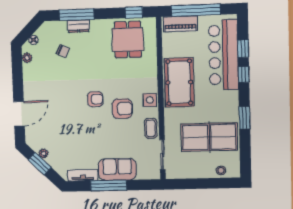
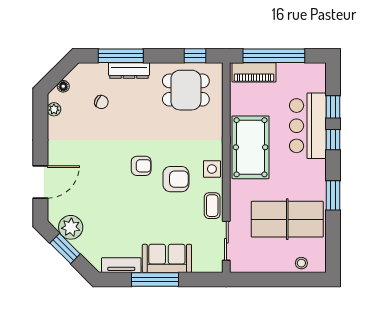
dresser: (79, 26) -> (129, 71), width x1.44
dining table: (128, 40) -> (186, 90), turned 90
bar counter: (223, 55) -> (308, 126), width x0.73
plant: (44, 154) -> (71, 227), width x1.87, depth x1.87

